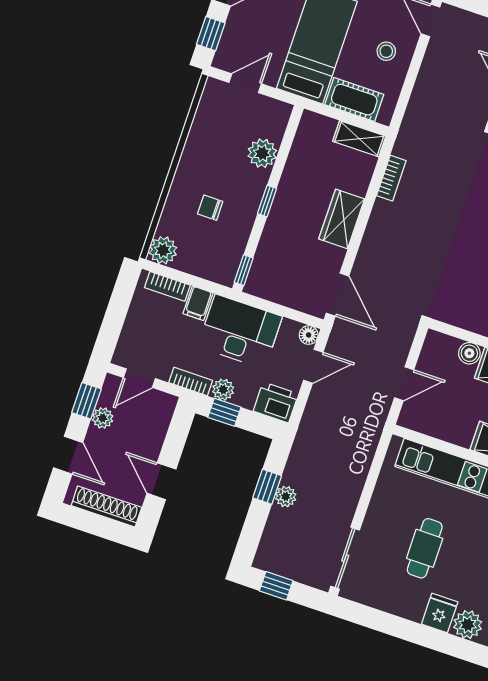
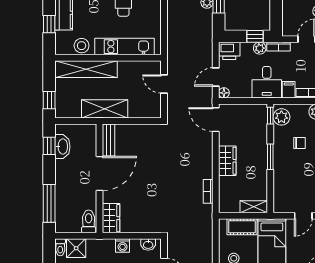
shelving: (359, 139) -> (254, 207), moved
plant: (262, 153) -> (281, 117), moved
window: (267, 201) -> (270, 157), width x1.50
desk: (240, 331) -> (267, 82), width x0.73
boiler: (469, 353) -> (135, 112), removed
door: (404, 384) -> (164, 84), hinge flipped

